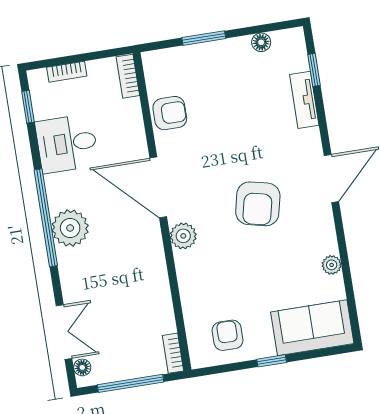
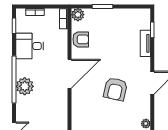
floor lamp: (261, 42) -> (129, 13), removed
door: (158, 187) -> (70, 74), swing flipped
plant: (183, 236) -> (78, 15), moved

